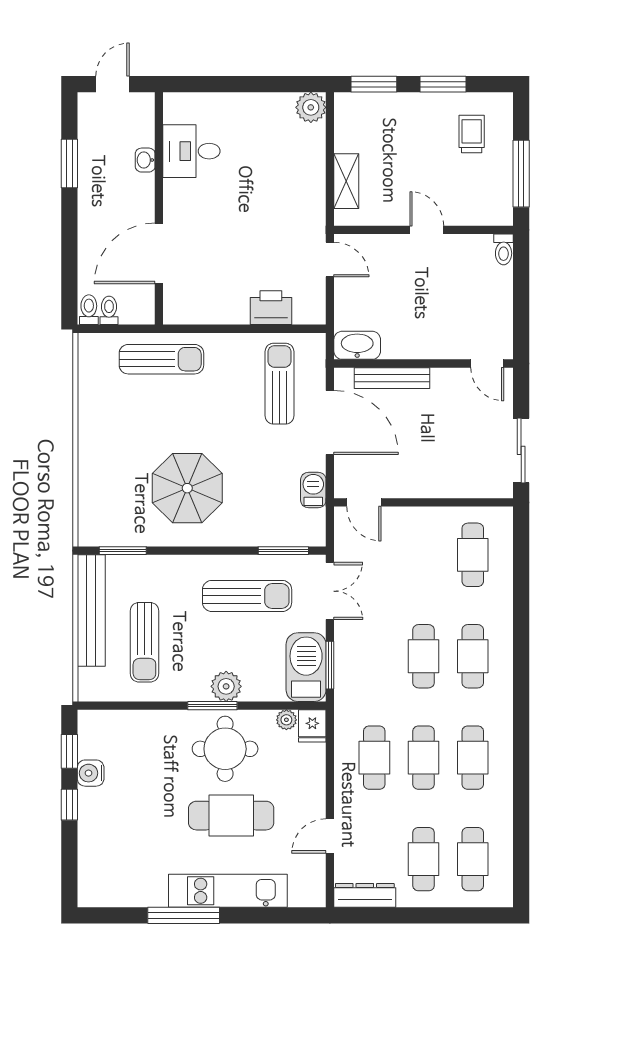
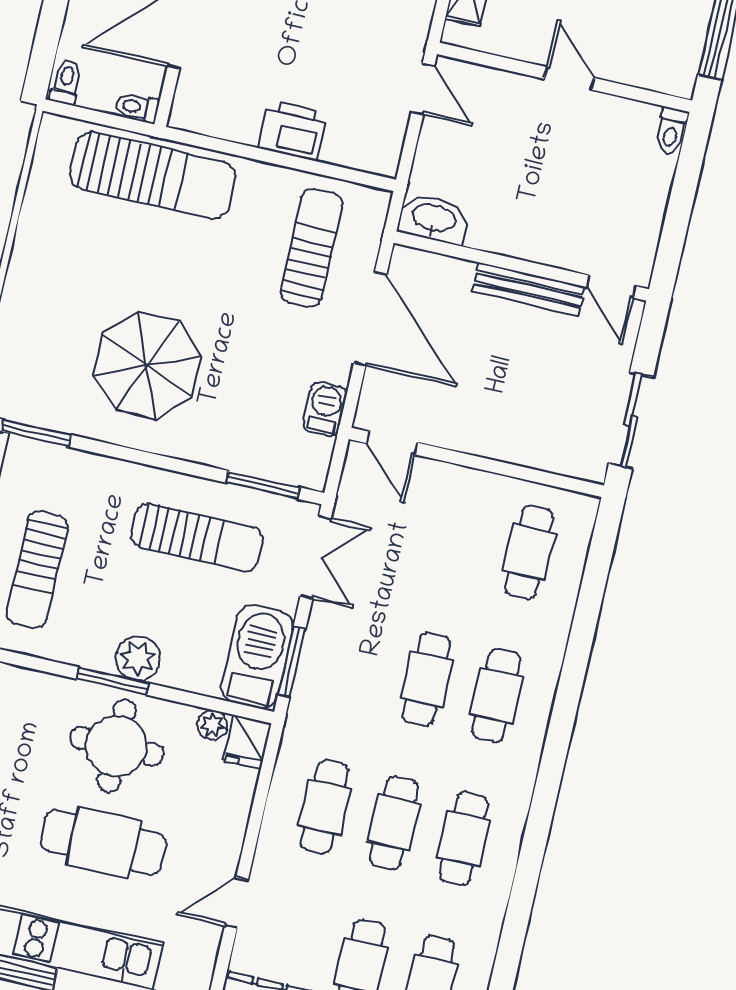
printer: (271, 308) -> (293, 131), moved
toilet: (109, 310) -> (137, 107), moved, turned -90
sun lounger: (161, 359) -> (153, 175), width x1.36, depth x1.34
bench: (392, 378) -> (528, 289), moved

